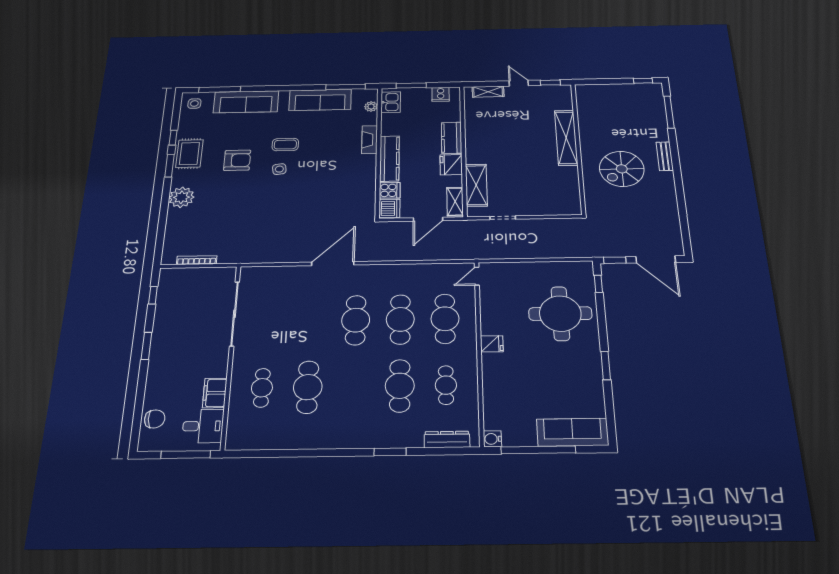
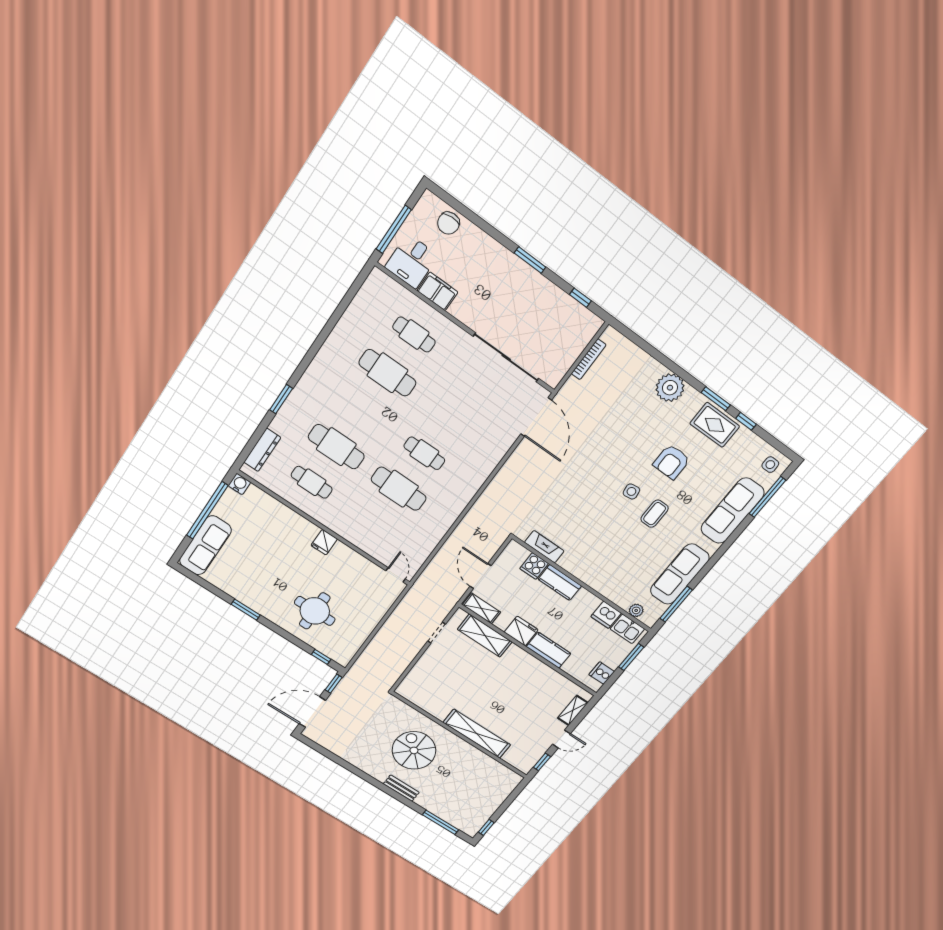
fireplace: (370, 140) -> (544, 547), moved
kitchen counter: (389, 158) -> (560, 583), width x0.67
dishwasher: (389, 208) -> (606, 615), moved
door: (333, 264) -> (536, 417), moved
round table: (560, 314) -> (315, 611), width x0.73, depth x0.73
cafe table: (445, 319) -> (374, 523), removed
cafe table: (356, 320) -> (424, 453), width x0.73, depth x0.74

